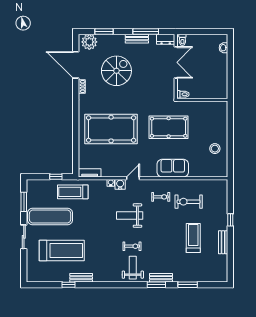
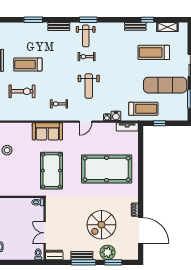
window: (146, 32) -> (83, 262), moved
plant: (89, 42) -> (108, 252), moved
double door: (176, 62) -> (45, 233), width x0.73
pool table: (169, 127) -> (51, 171), turned 90
water cooler: (120, 184) -> (116, 116), moved
exercise bike: (189, 202) -> (22, 91), moved
weight bench: (130, 216) -> (89, 86), turned 90
treadmill: (193, 238) -> (28, 64), turned 90
treadmill: (62, 250) -> (154, 52), width x0.73, depth x0.73
shelving: (48, 277) -> (167, 27), added
window: (156, 285) -> (88, 20), moved

